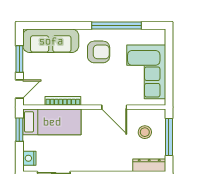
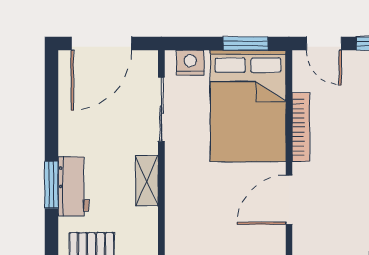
door: (114, 107) -> (289, 200), moved
bed: (52, 122) -> (248, 106), width x1.50

